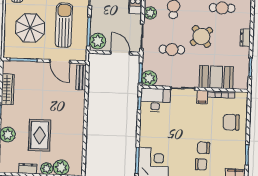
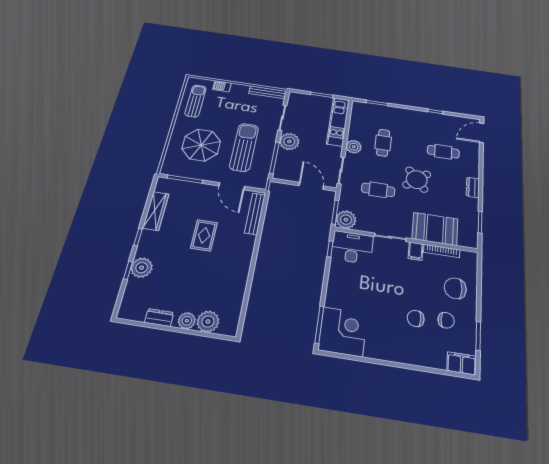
plant: (98, 41) -> (289, 141), moved
bench: (81, 78) -> (255, 214), width x1.36
rug: (40, 135) -> (204, 235), moved, width x0.73, depth x0.70
chair: (201, 164) -> (446, 320), moved

